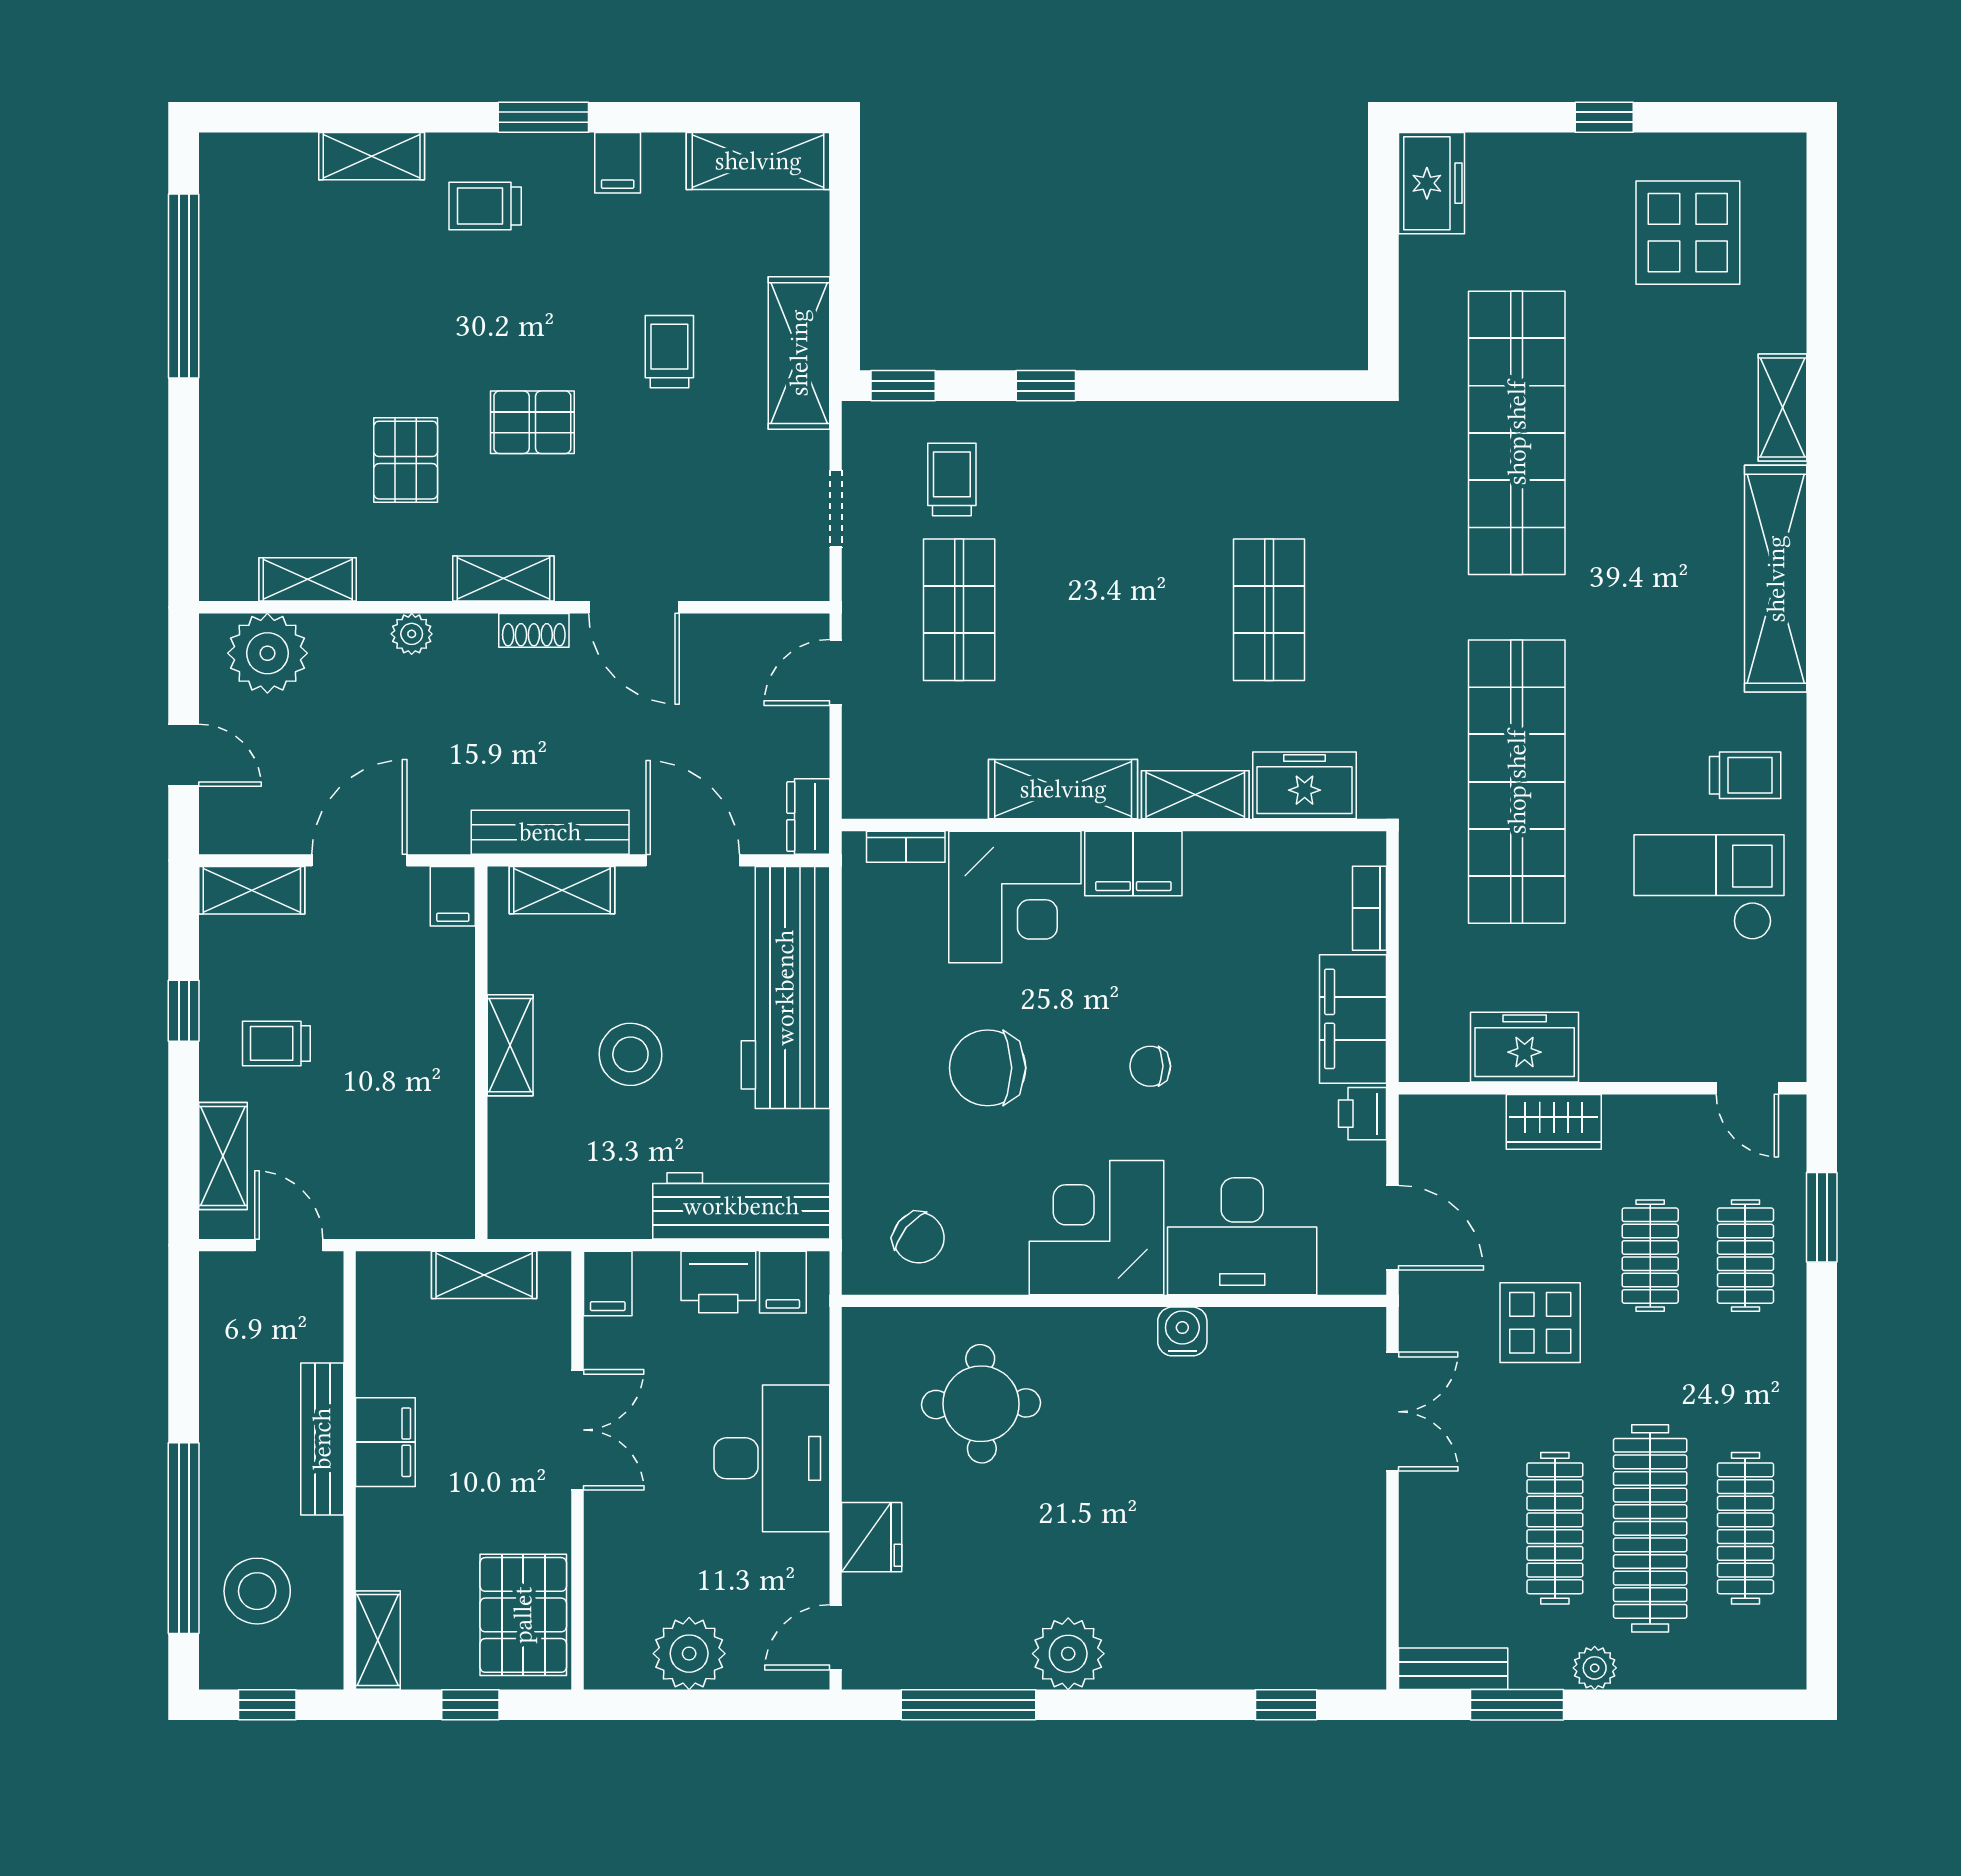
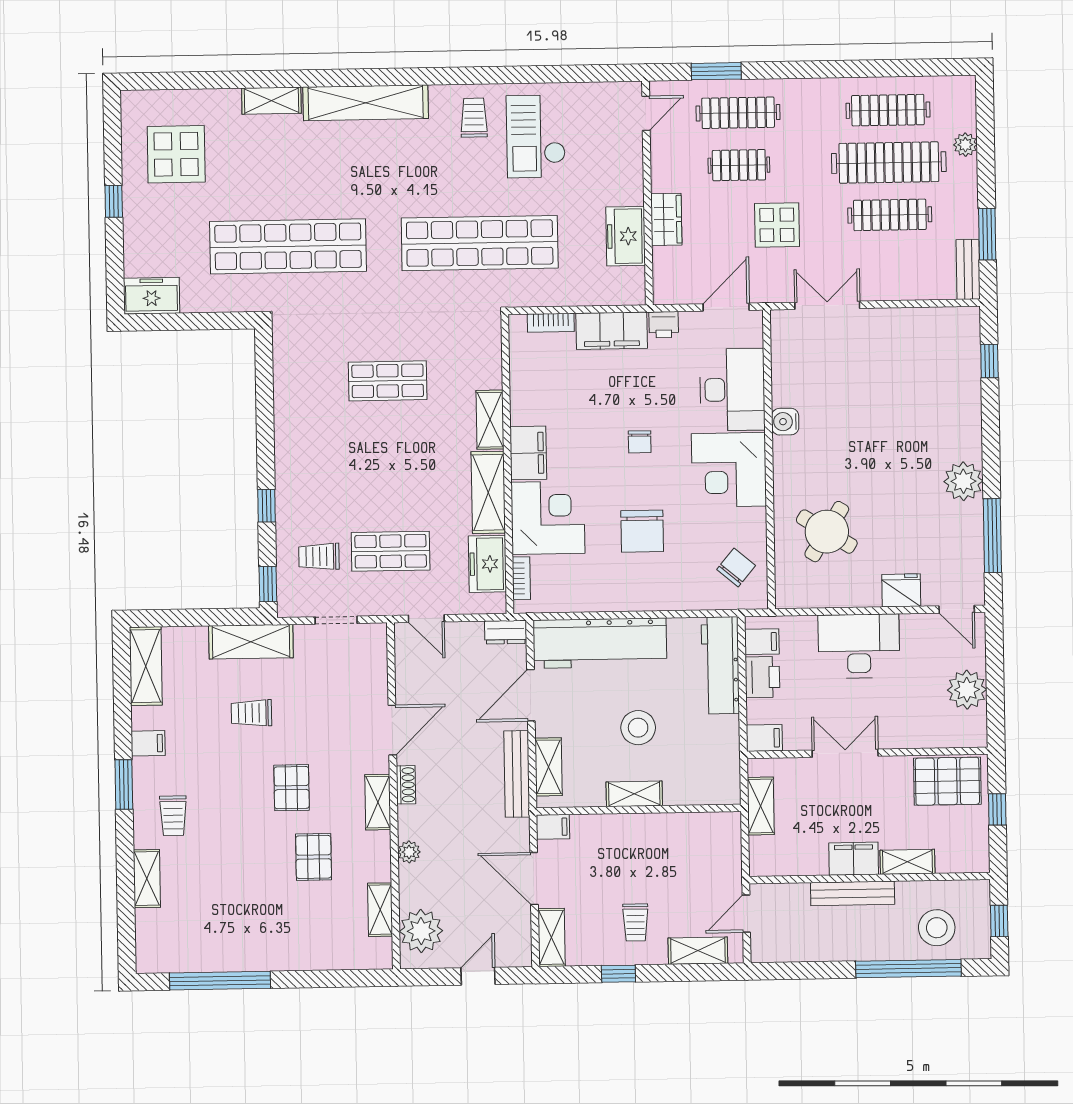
pallet: (406, 460) -> (314, 857), turned 90
freezer: (1305, 785) -> (487, 564), moved
clothes rail: (1745, 1256) -> (738, 113), width x1.36
round table: (981, 1404) -> (827, 532), turned 33
shelving: (378, 1640) -> (908, 862), moved
plant: (1595, 1668) -> (965, 145), moved

